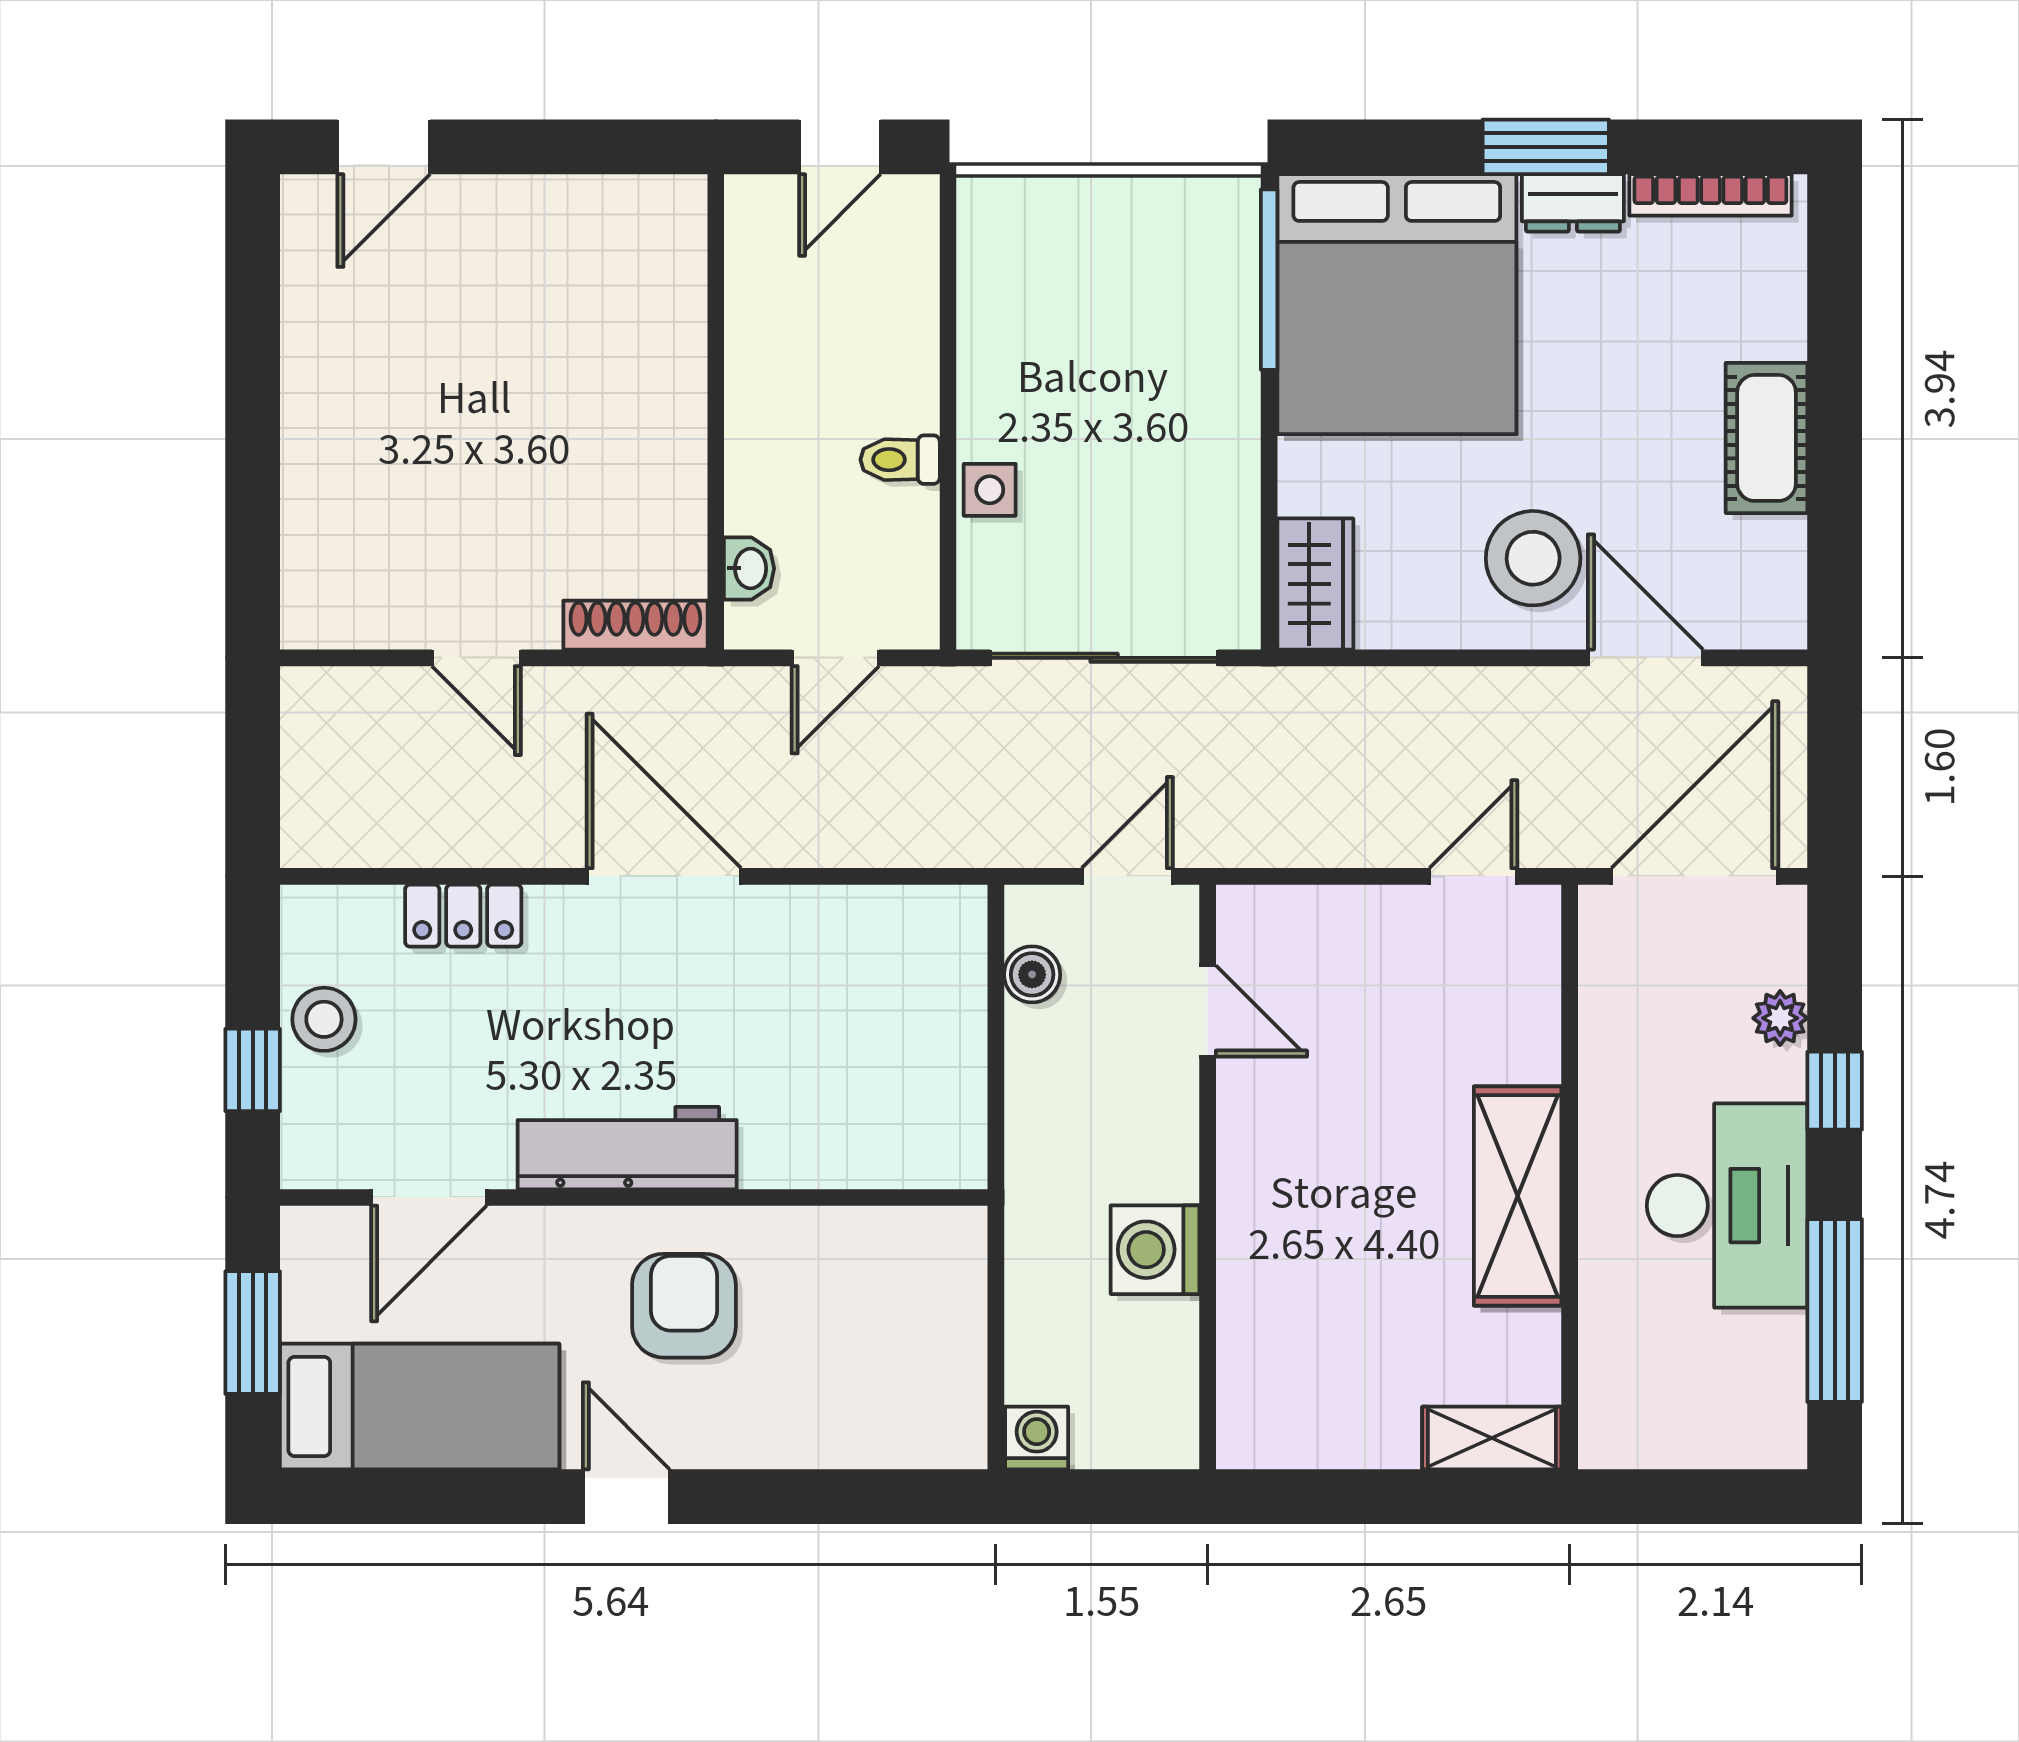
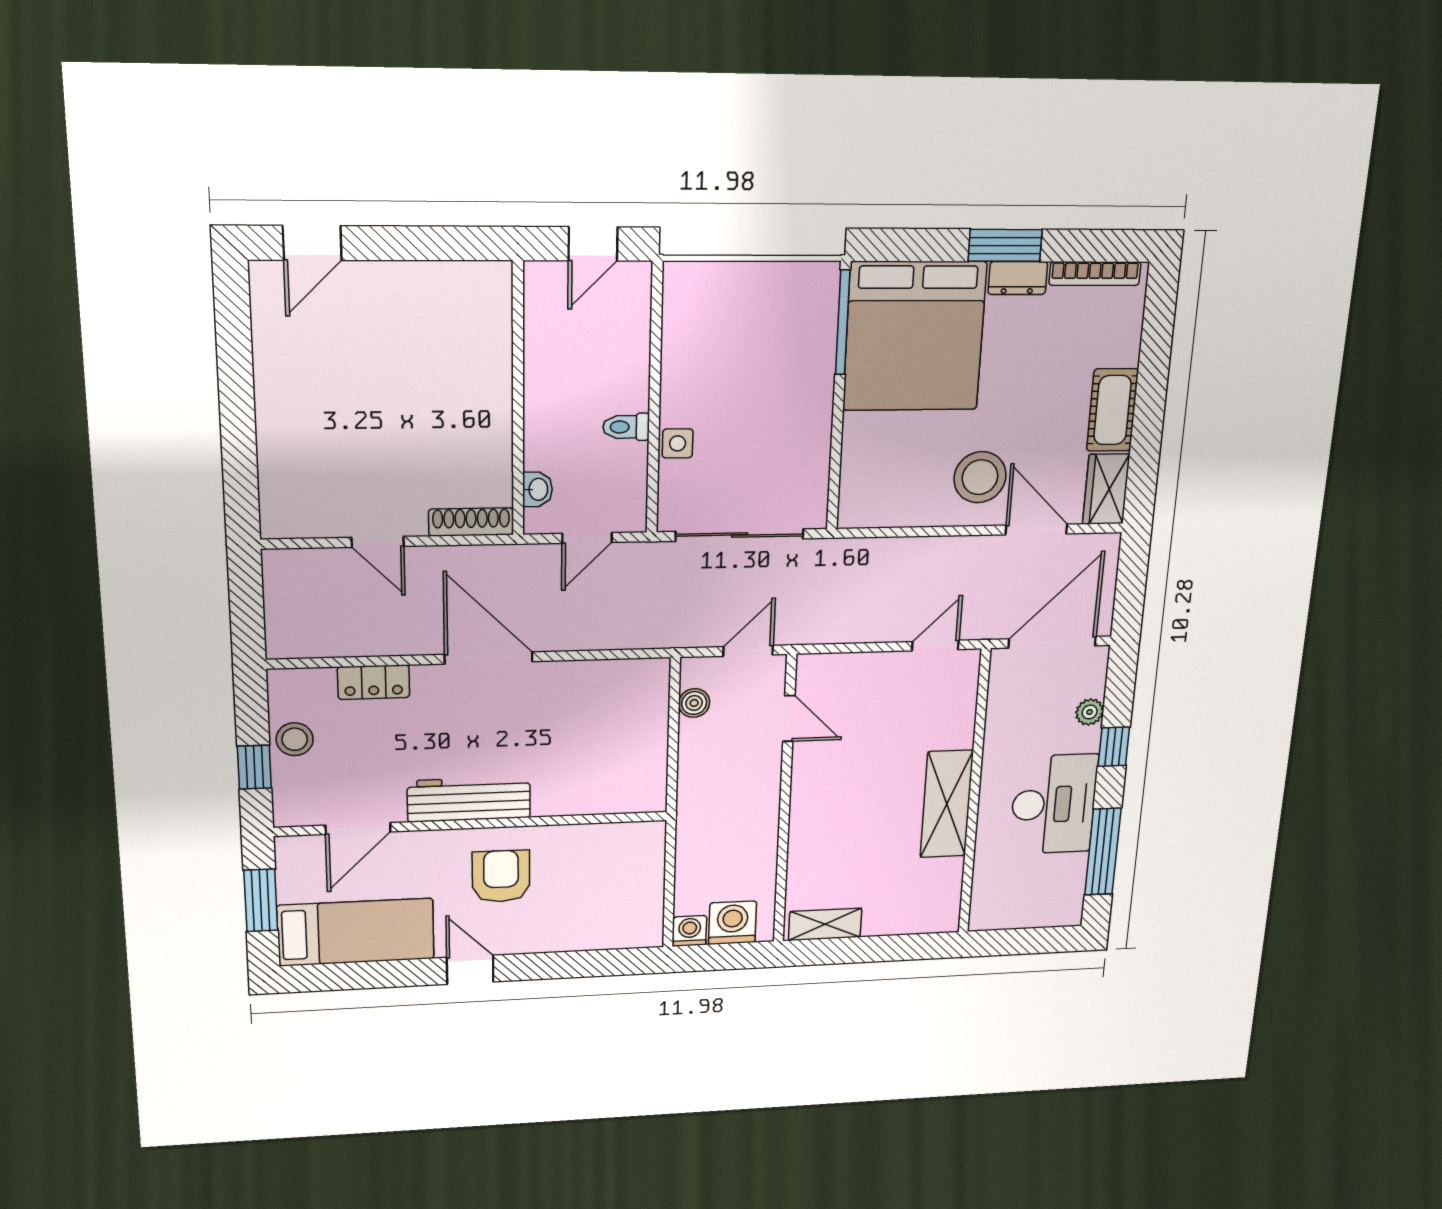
wardrobe: (1315, 584) -> (1106, 489), moved, turned 180
washing machine: (1155, 1250) -> (732, 923), moved, turned 90
shelving: (1492, 1438) -> (825, 924), moved

